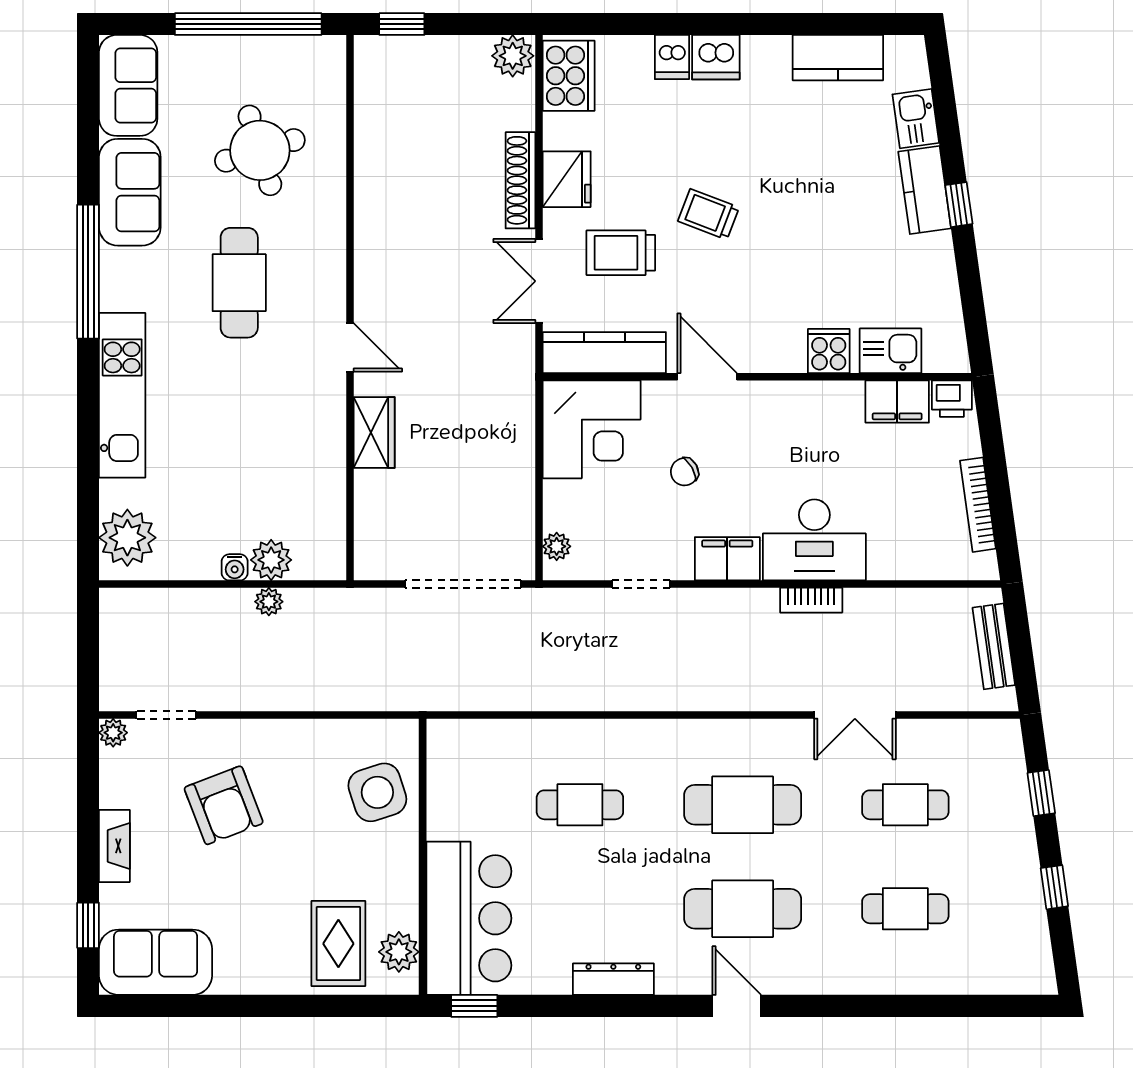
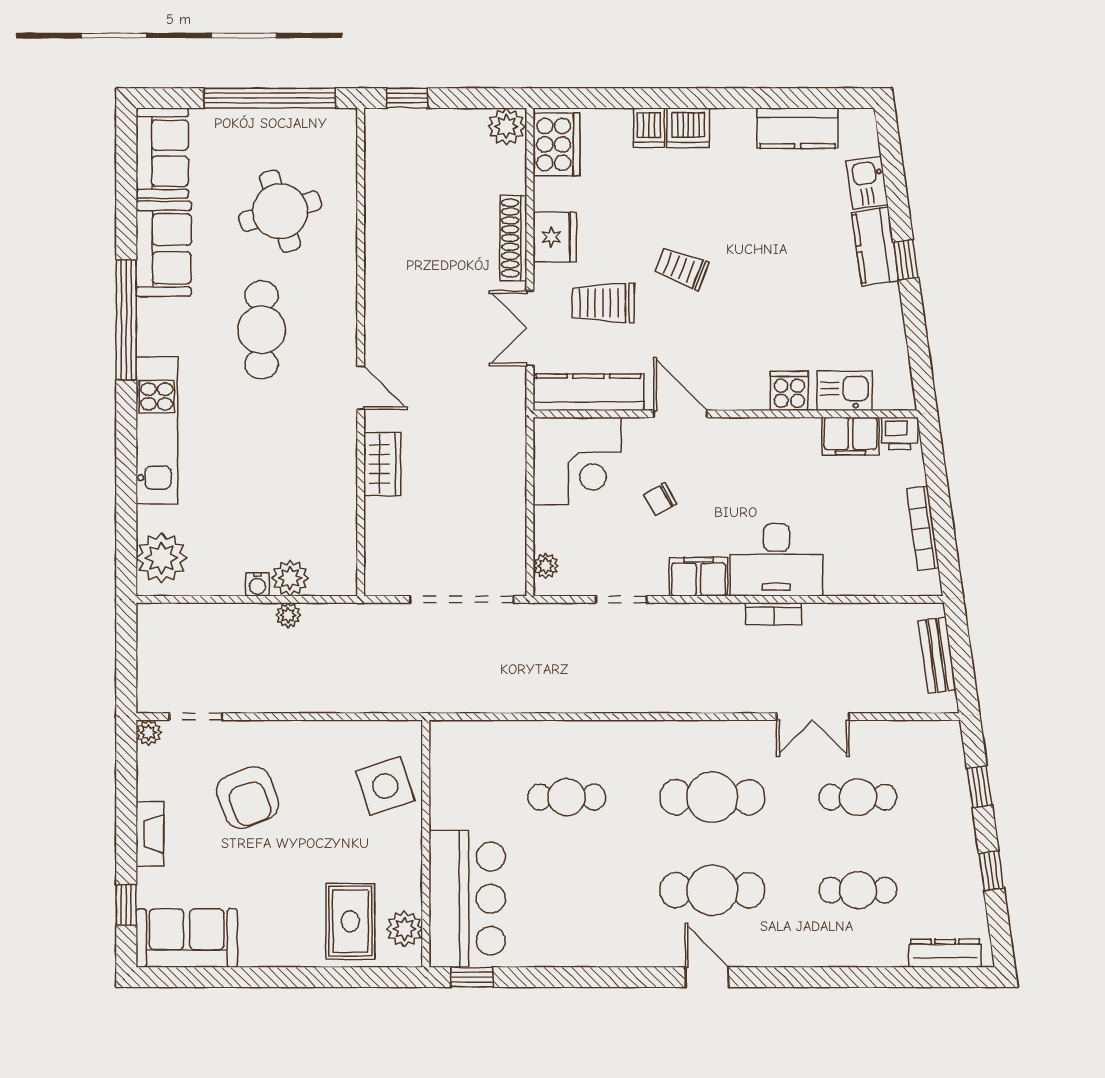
dresser: (613, 979) -> (945, 953), moved

